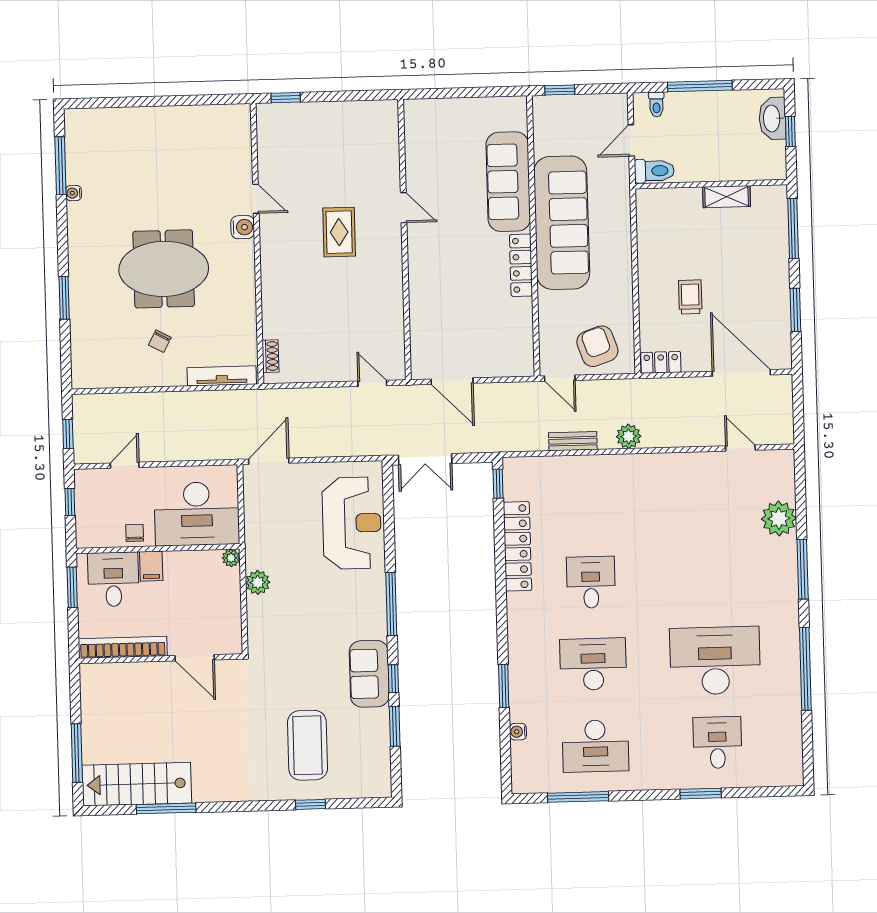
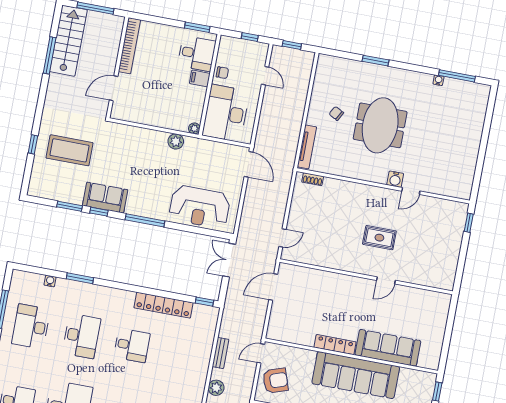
bookcase: (123, 647) -> (129, 46), moved
door: (195, 658) -> (114, 88), moved
wall: (161, 659) -> (117, 68), moved

